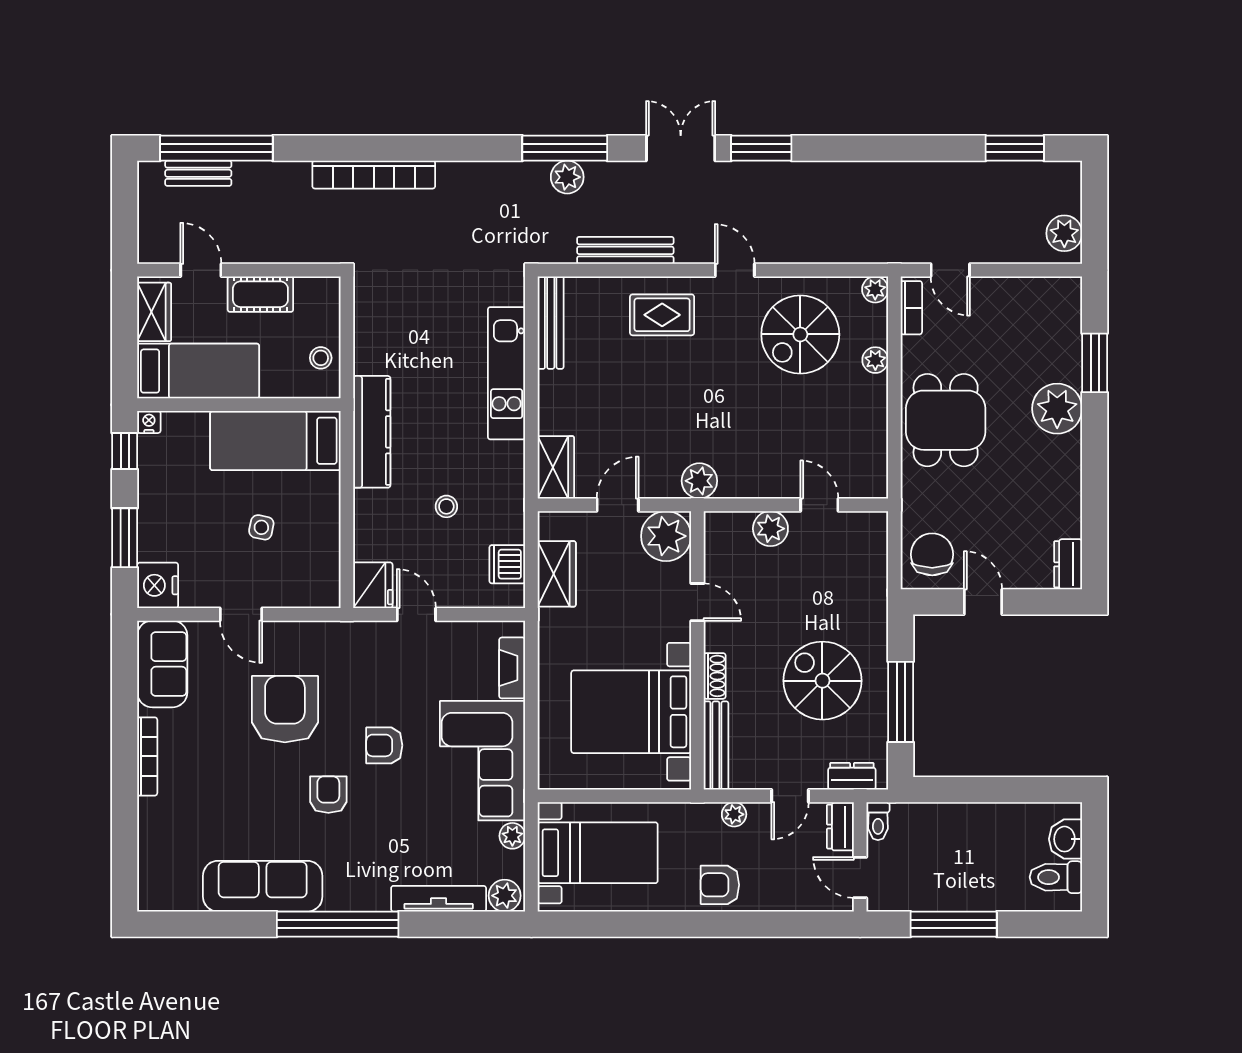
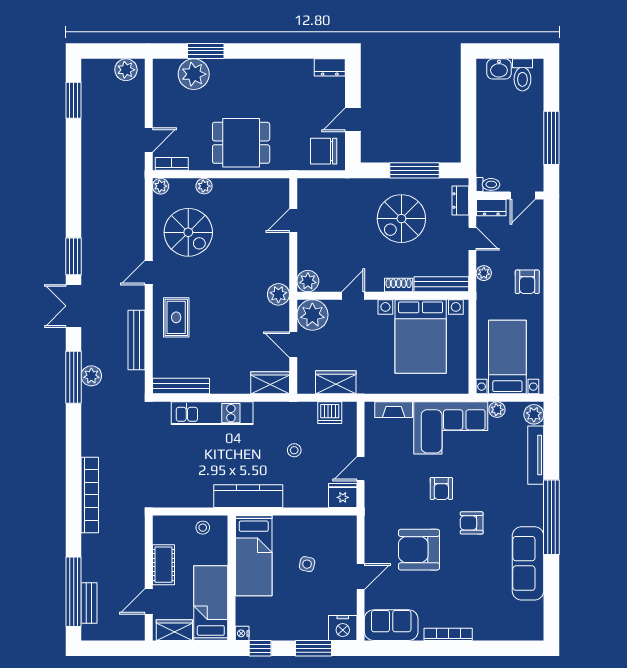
plant: (1057, 409) -> (194, 74), moved
plant: (770, 529) -> (308, 281), moved

